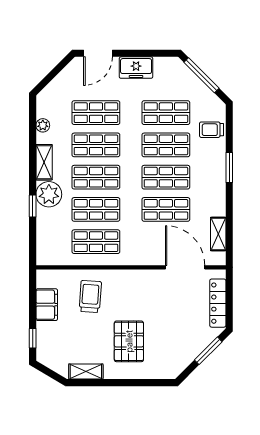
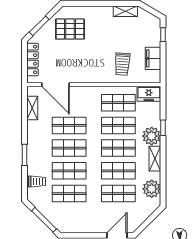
freezer: (136, 68) -> (149, 94), moved, turned 180
plant: (43, 125) -> (152, 189), width x1.87, depth x1.87
pallet: (129, 341) -> (70, 29), moved, turned 90

